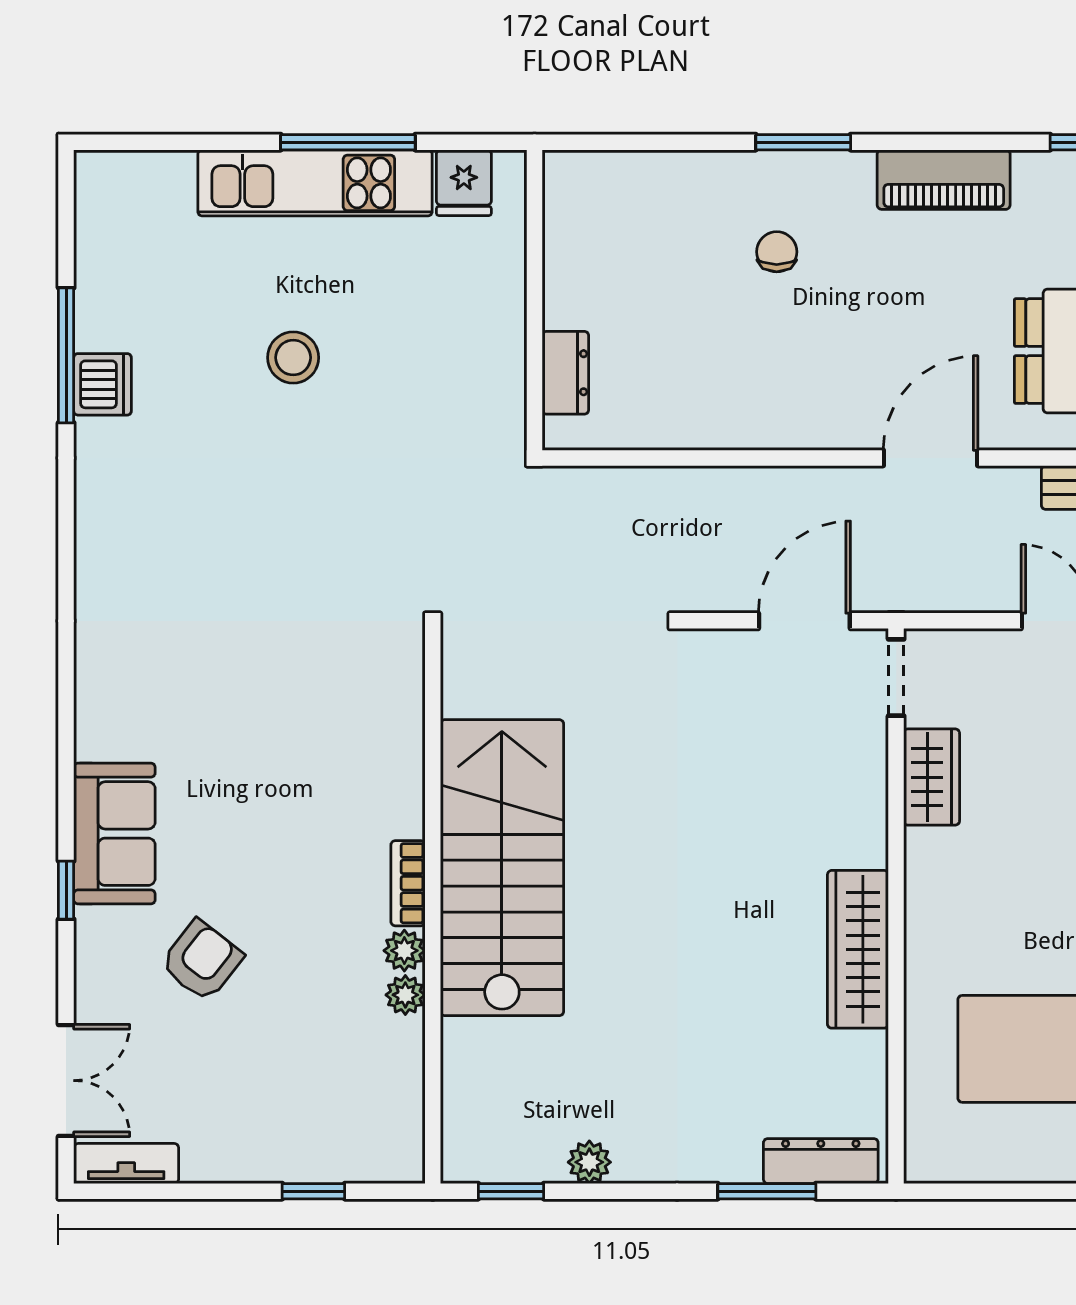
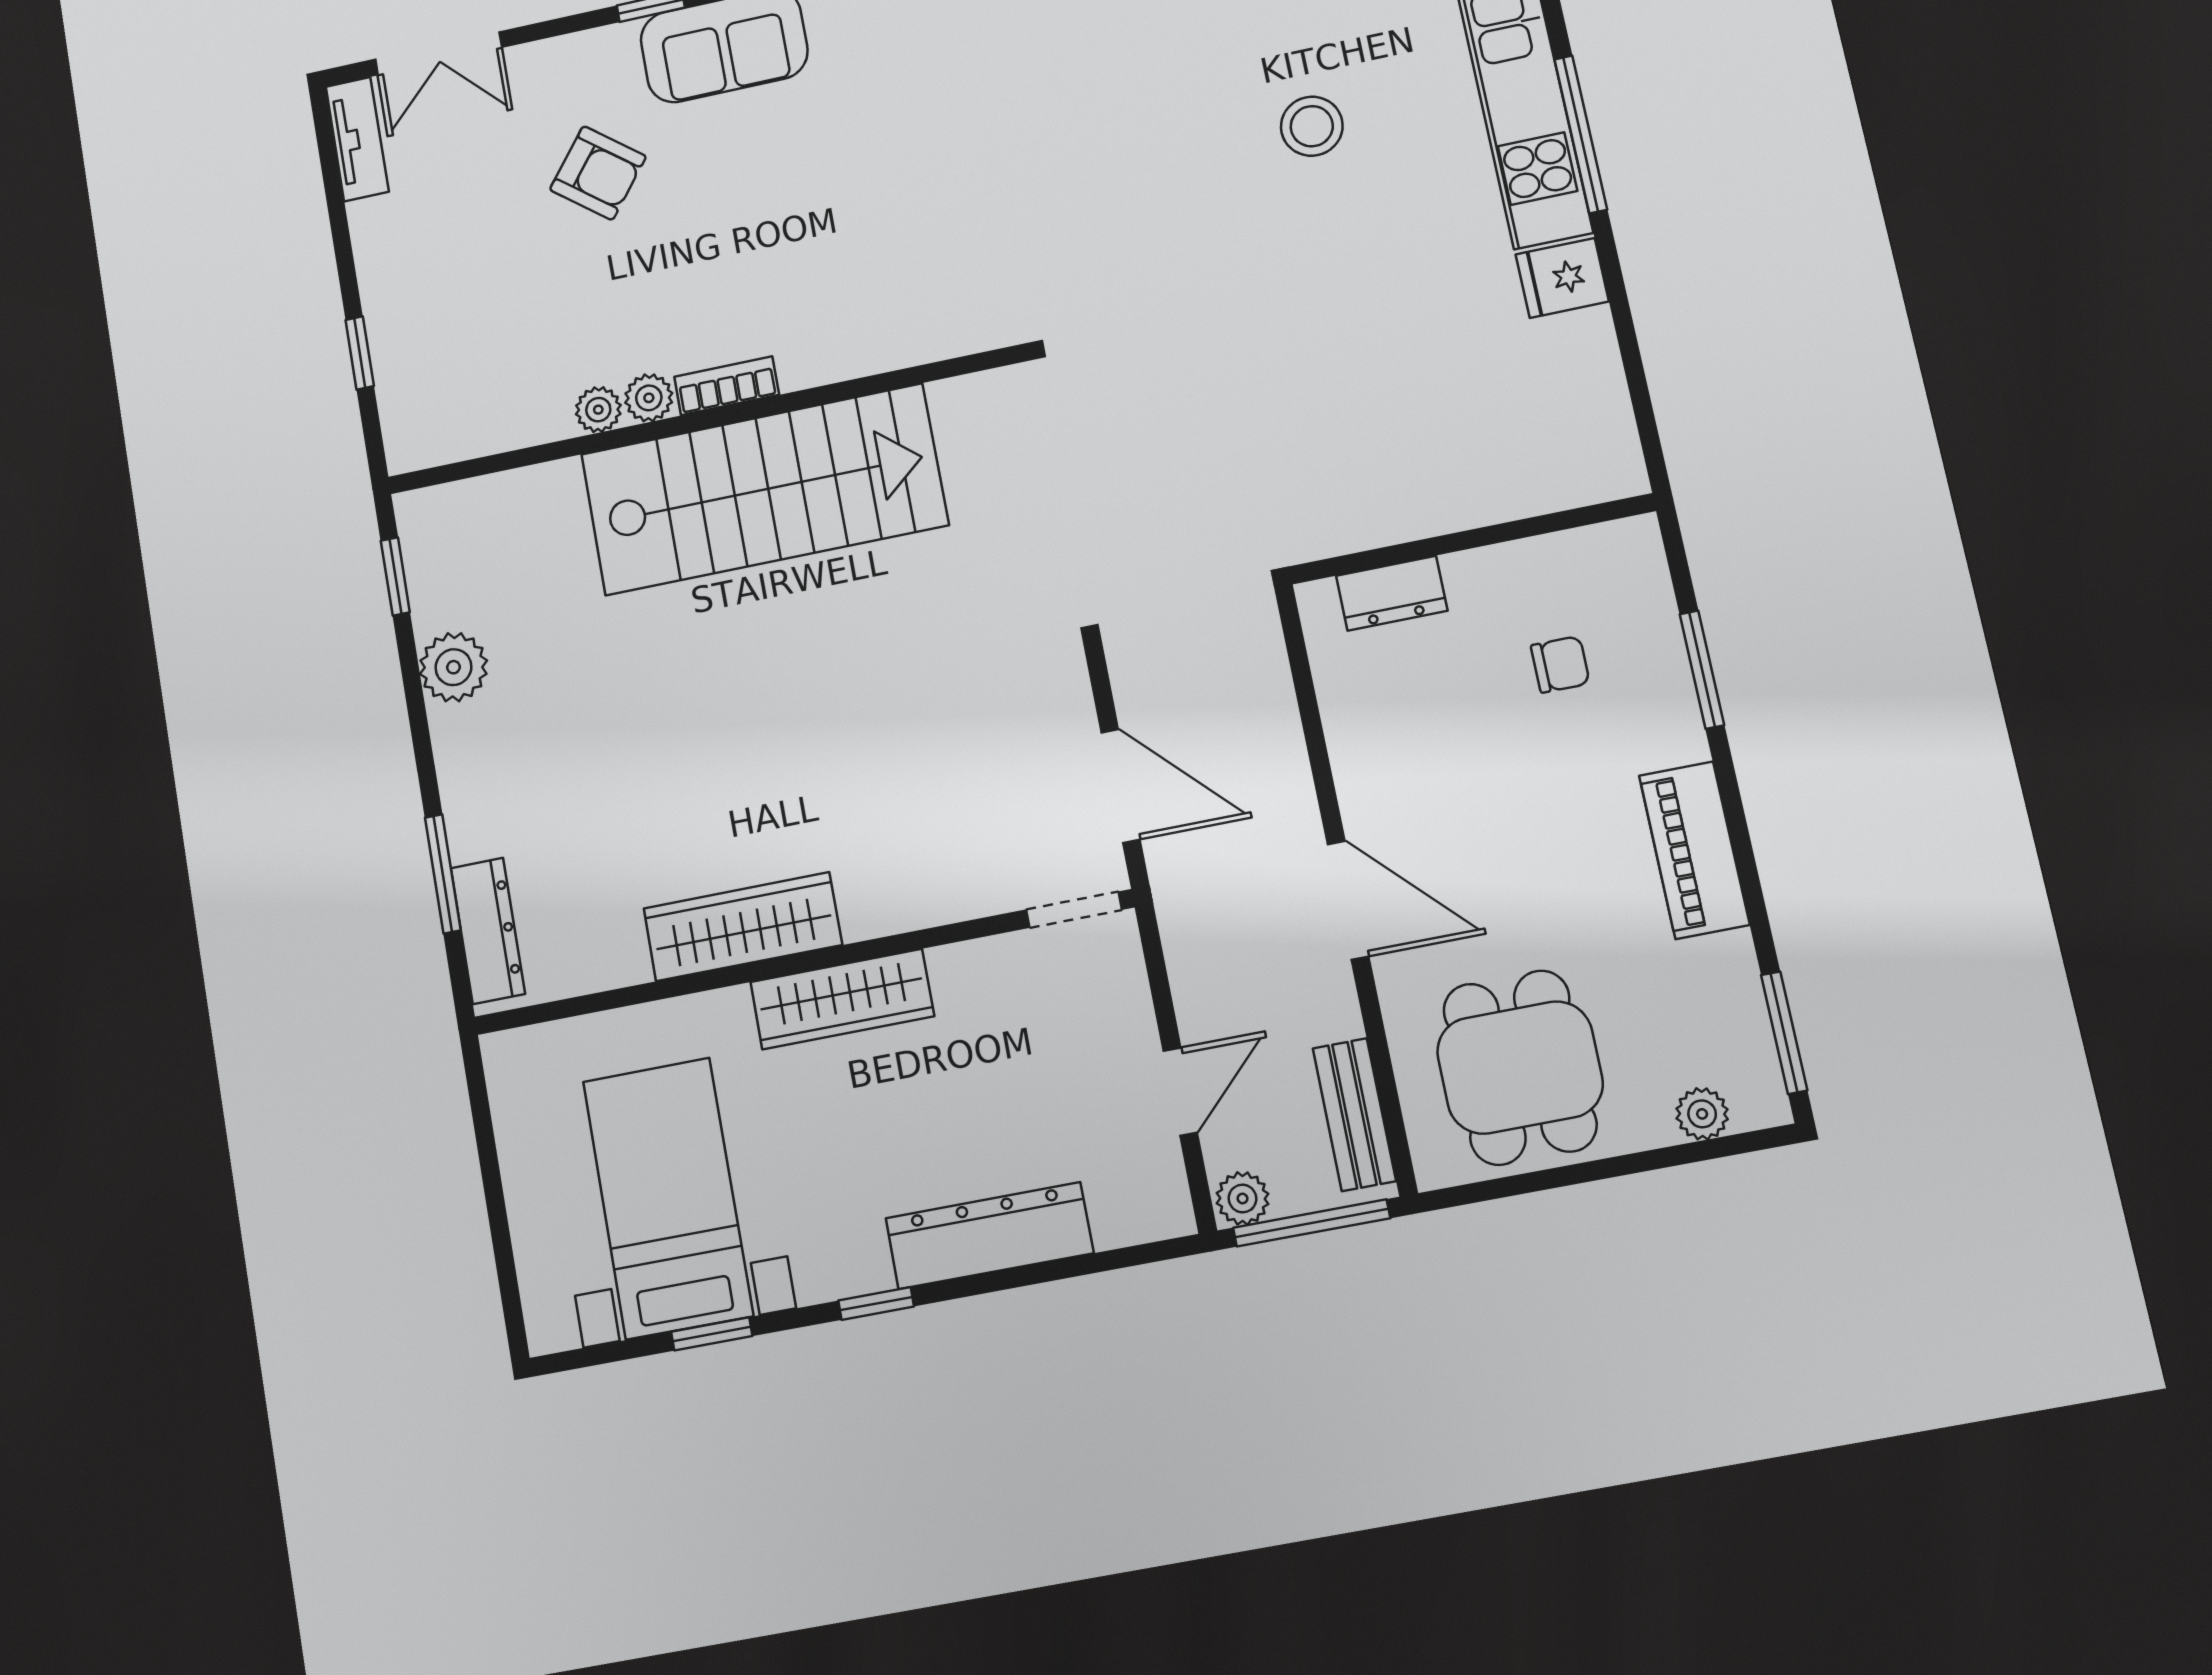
wall: (534, 300) -> (1472, 539), moved
dresser: (565, 373) -> (1392, 593), moved
wardrobe: (932, 777) -> (842, 999), moved, width x1.50
plant: (589, 1162) -> (453, 667), width x1.38, depth x1.38

